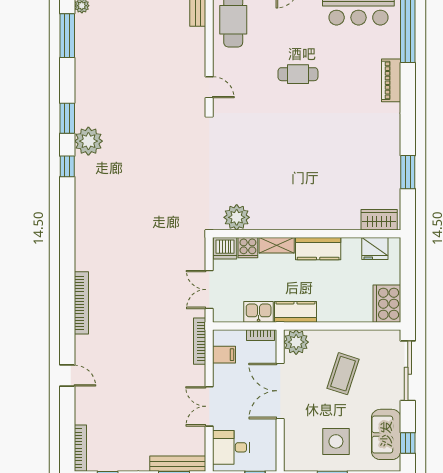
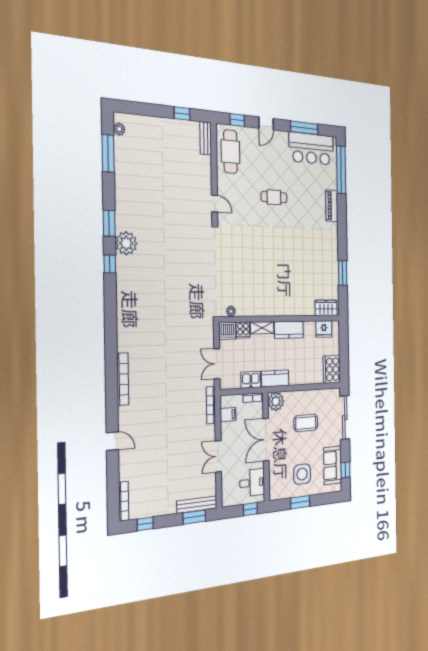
plant: (237, 217) -> (231, 311), width x0.53, depth x0.53
coffee table: (343, 374) -> (306, 423), turned 72
desk: (231, 447) -> (252, 483), moved, turned 180

